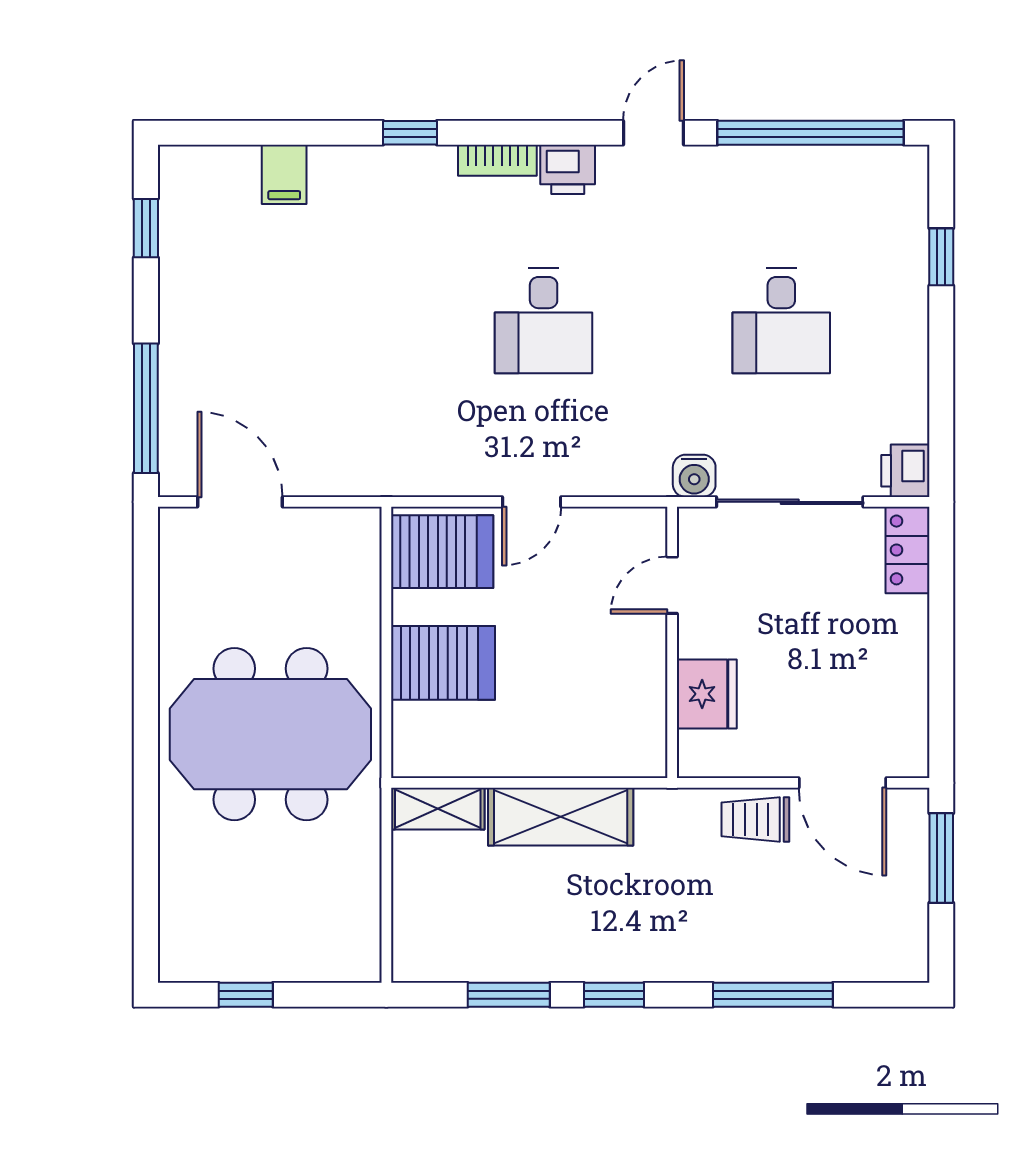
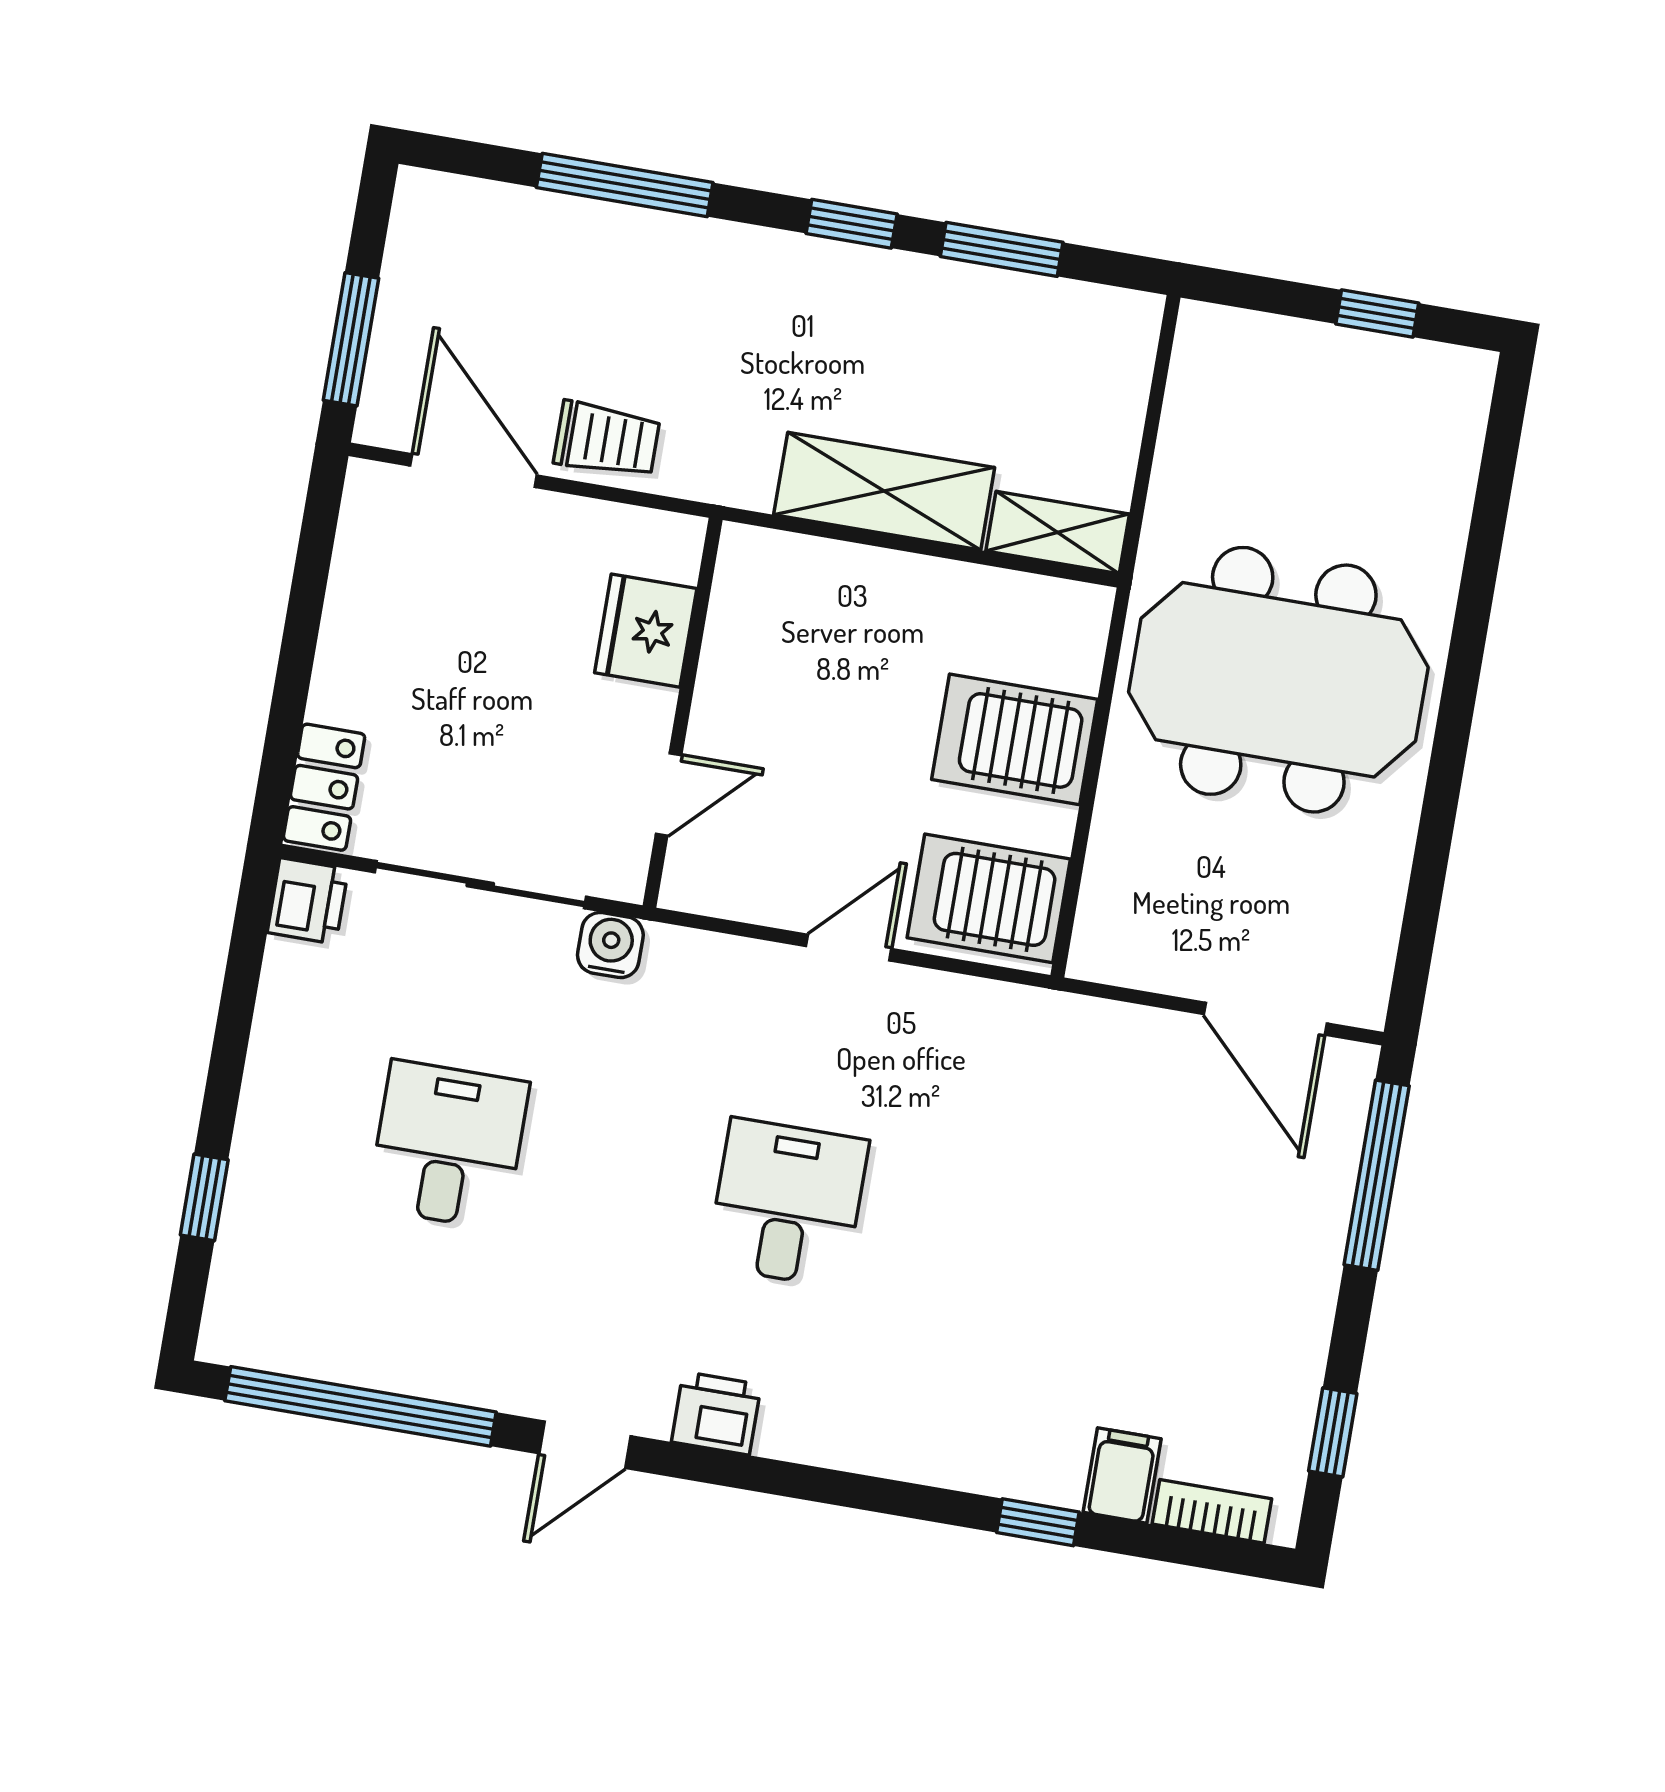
window: (410, 133) -> (1038, 1522), moved
bookcase: (497, 160) -> (1212, 1511), moved

